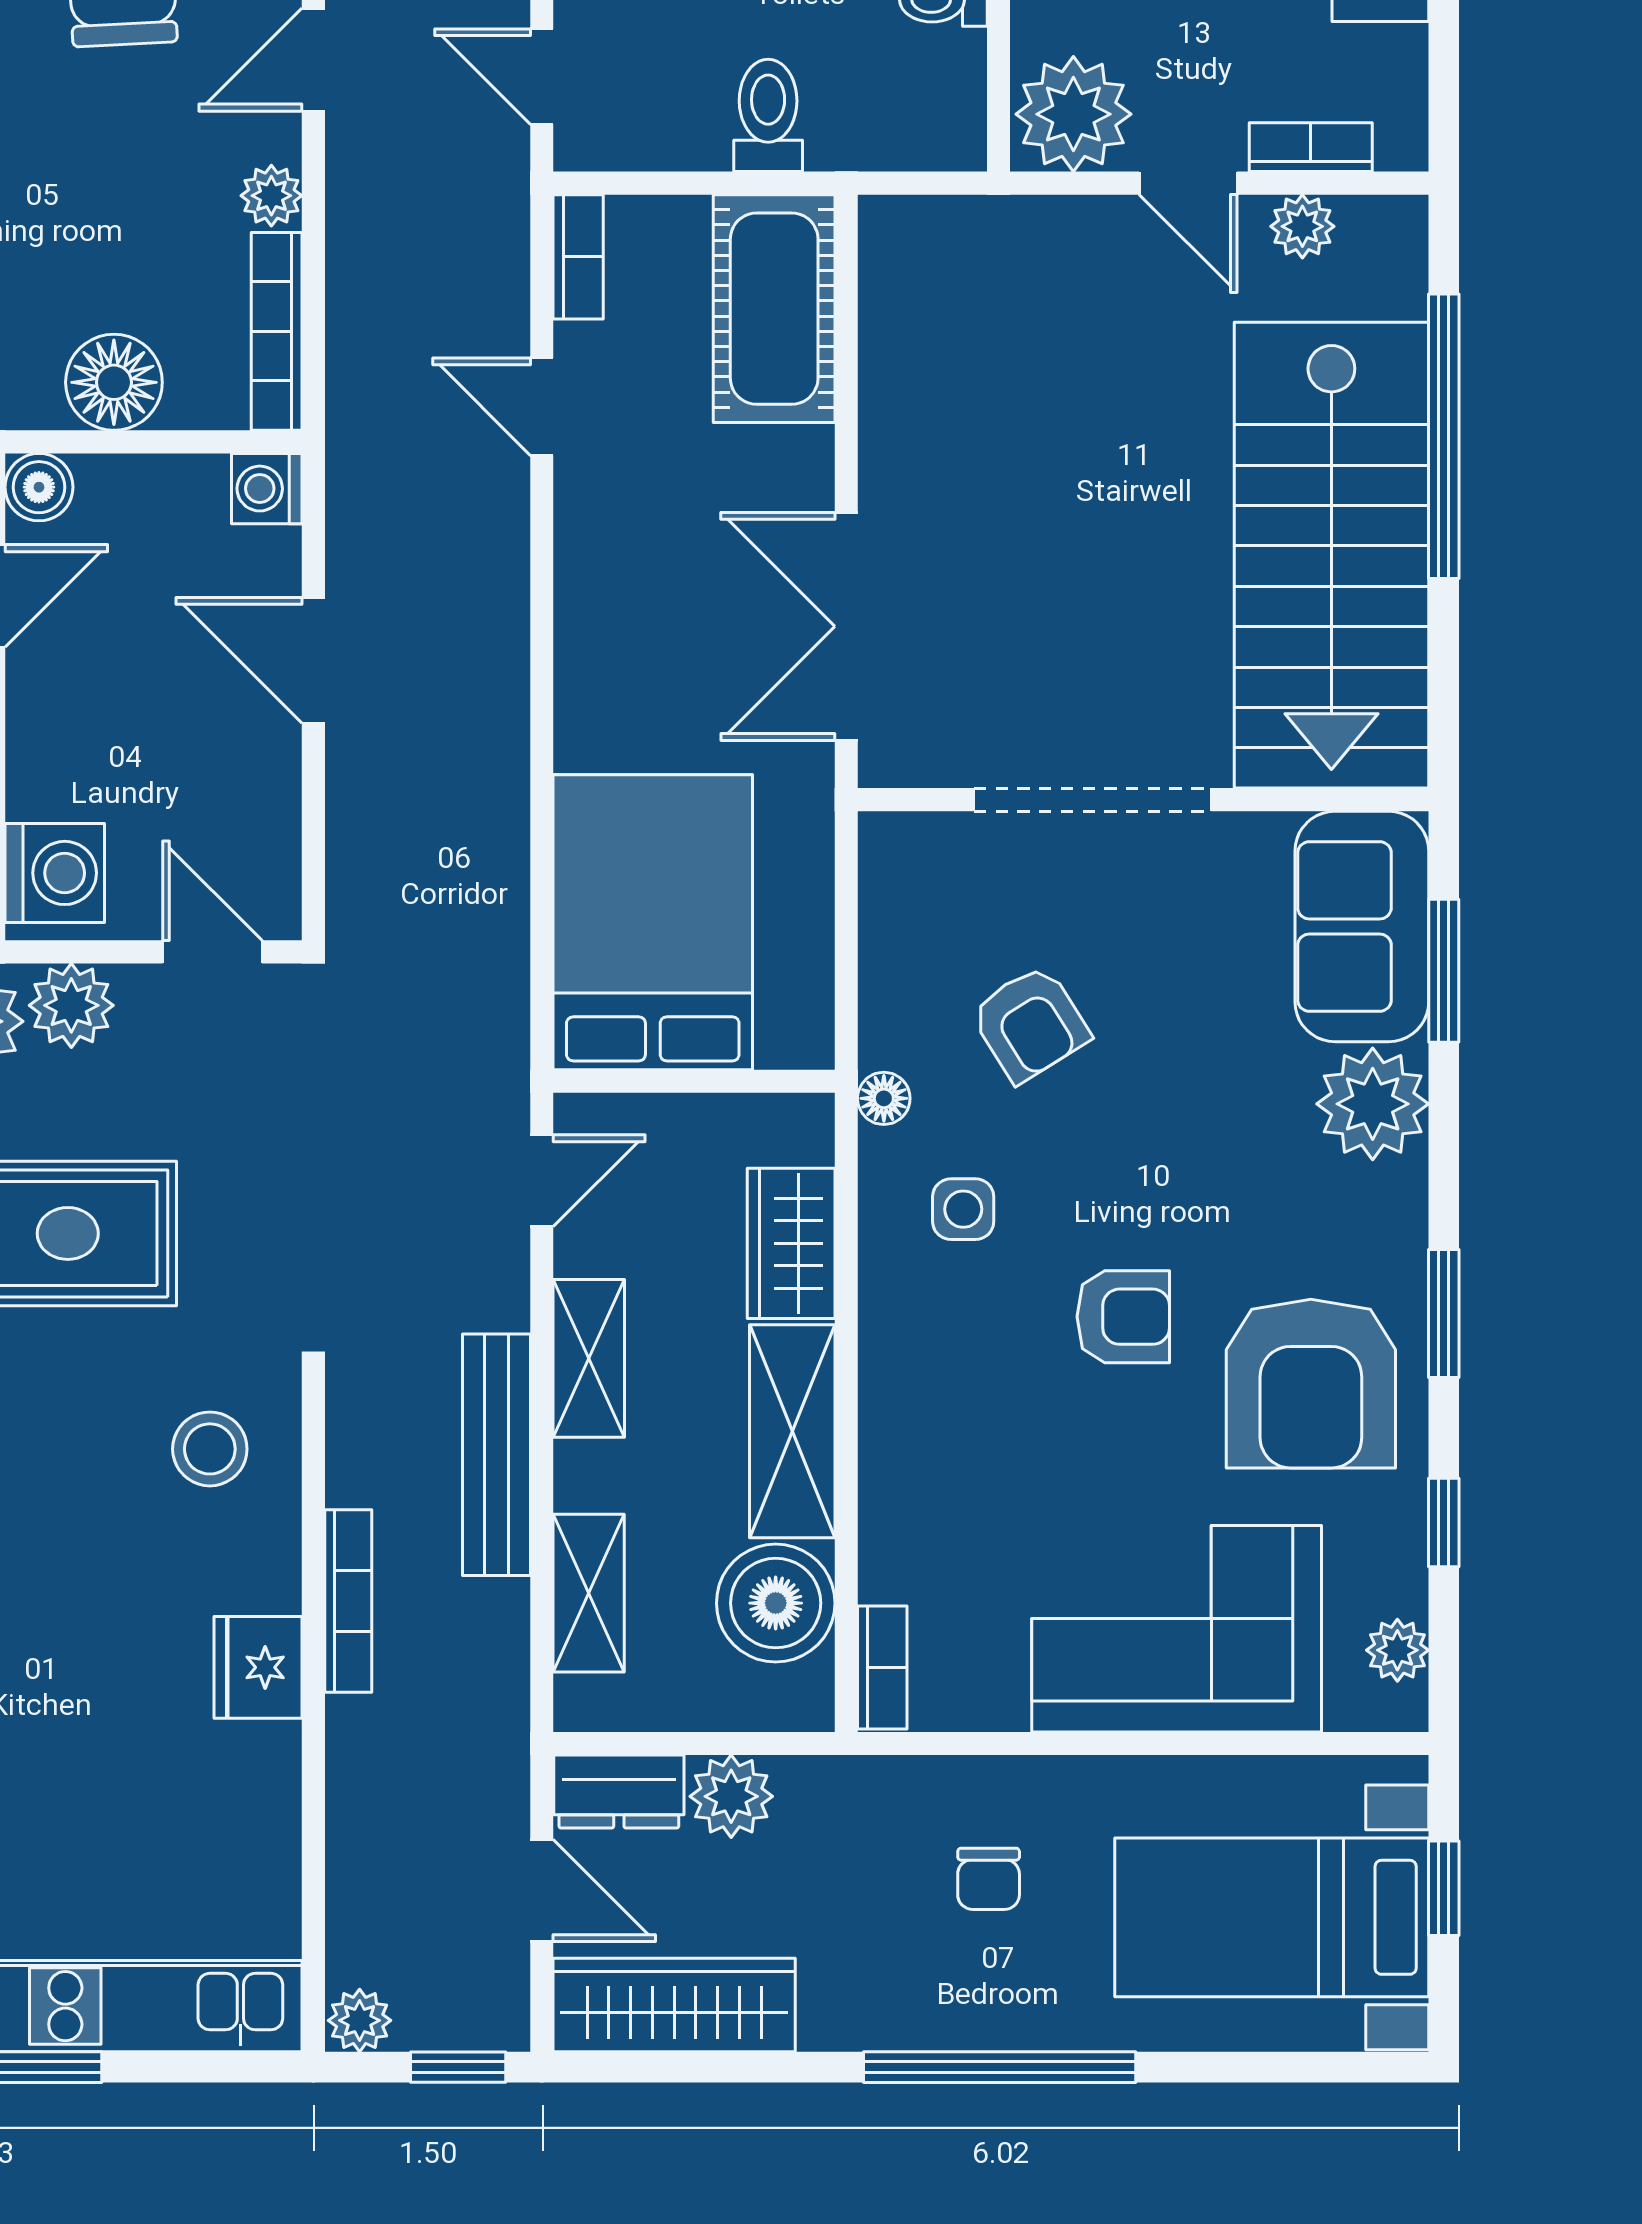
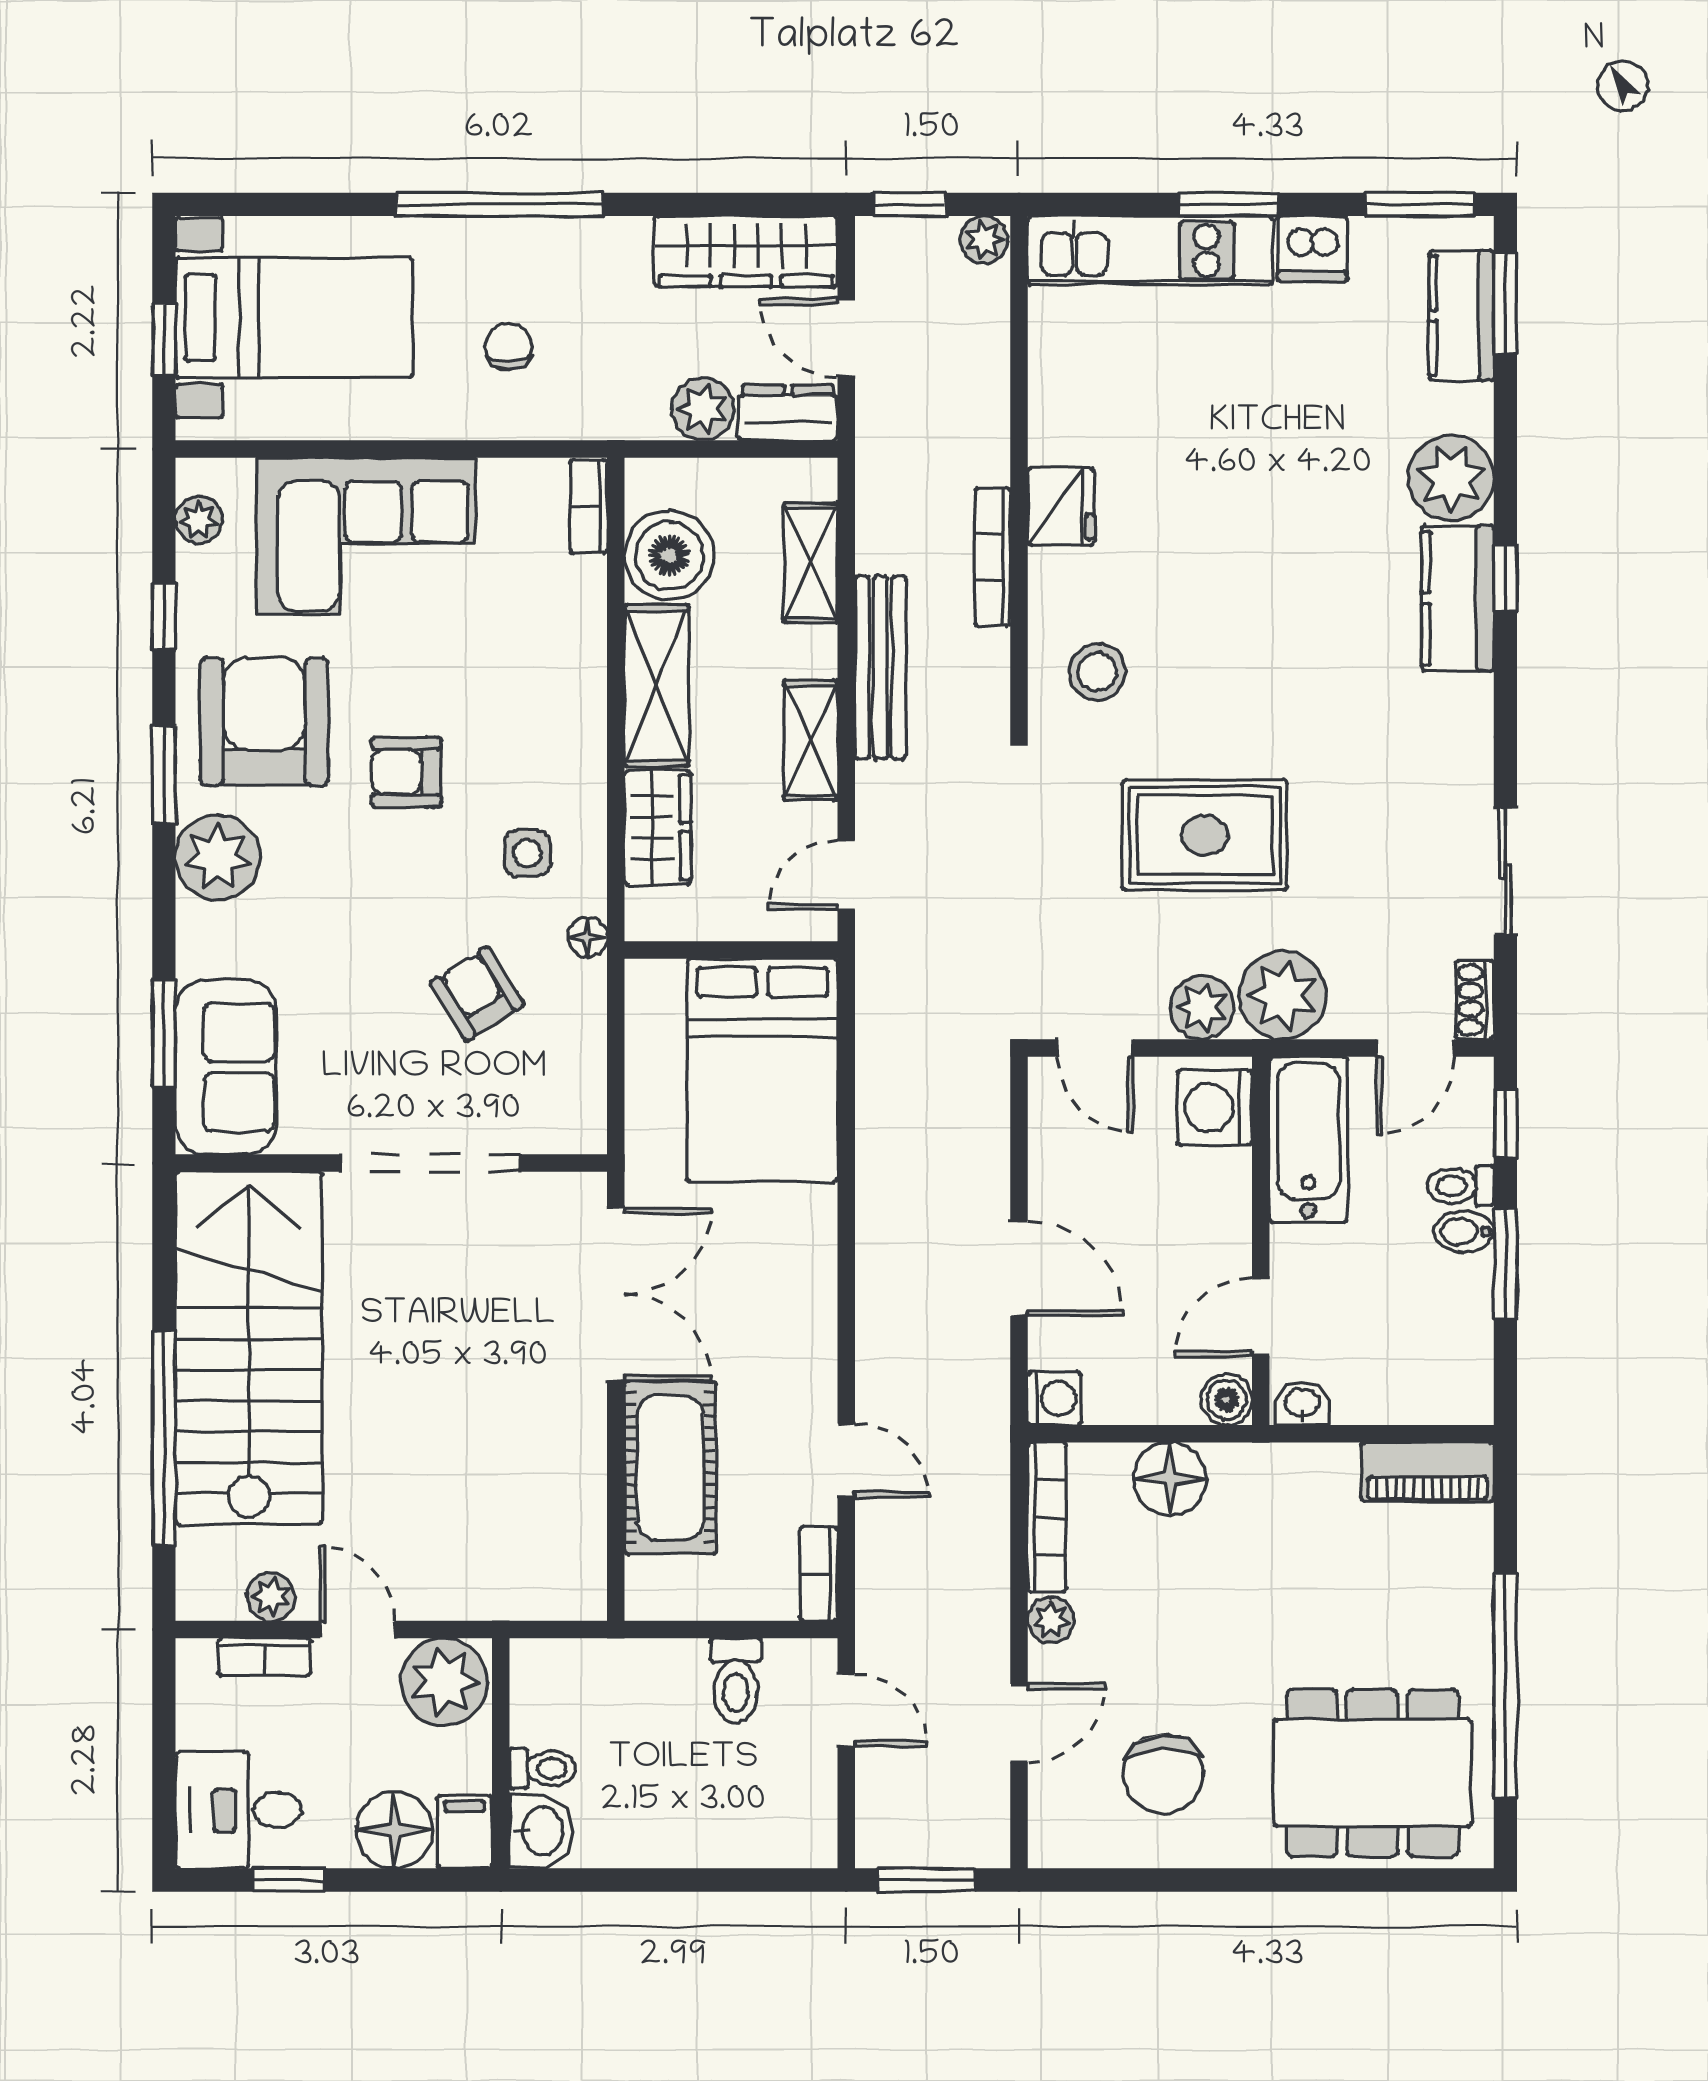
toilet: (768, 115) -> (736, 1681), moved
cot: (774, 309) -> (670, 1468), moved
plant: (1373, 1104) -> (218, 857), moved

